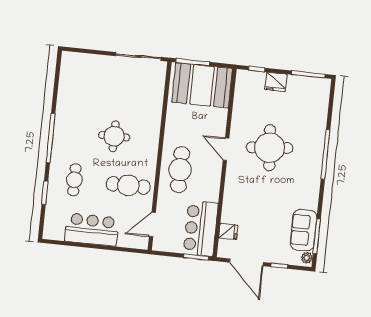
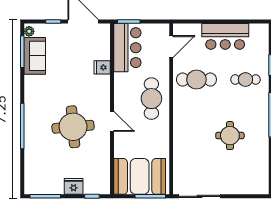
round table: (114, 136) -> (230, 136), moved
cafe table: (74, 180) -> (245, 80), turned 90
fridge: (228, 232) -> (102, 67), moved

